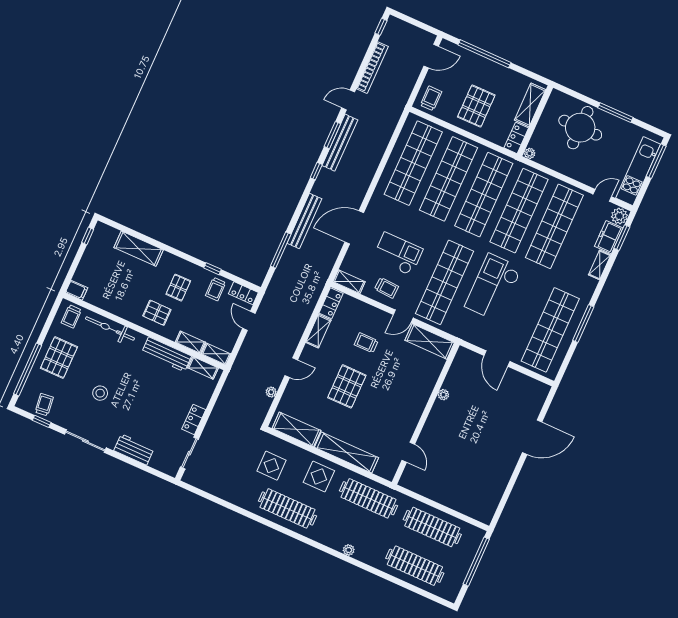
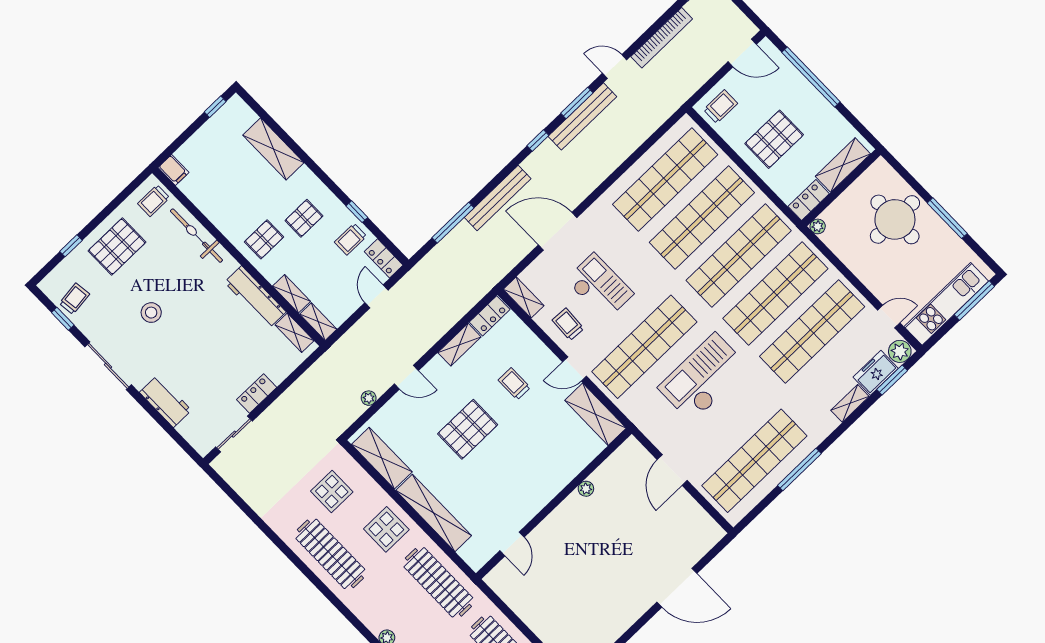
trolley: (387, 288) -> (568, 324), turned 180
pallet: (157, 313) -> (264, 239), turned 90
window: (28, 370) -> (71, 246), width x0.32

